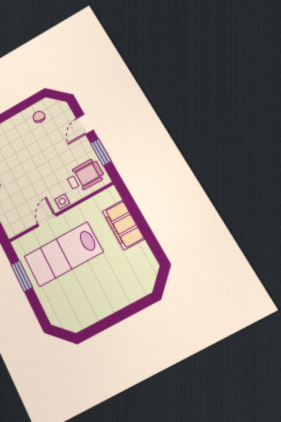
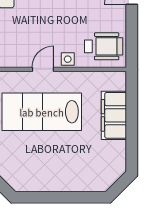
window: (101, 152) -> (132, 32), removed

